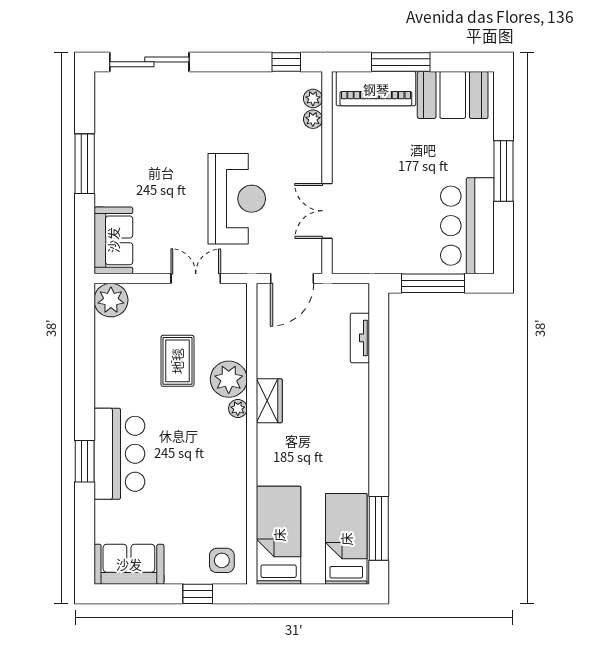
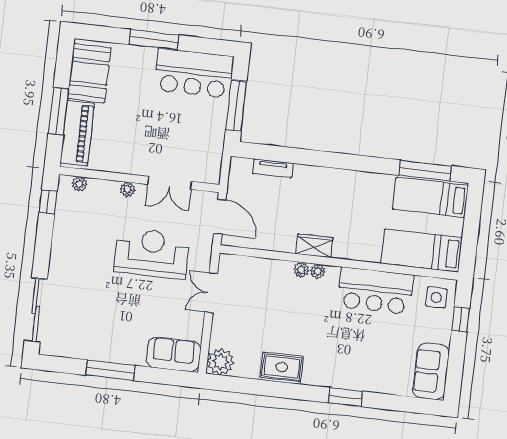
plant: (313, 119) -> (128, 189), moved
rug: (177, 361) -> (282, 367), moved
plant: (229, 379) -> (301, 270), width x0.53, depth x0.53
bar counter: (119, 454) -> (375, 291), moved, turned 180

